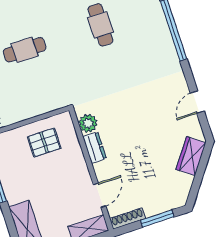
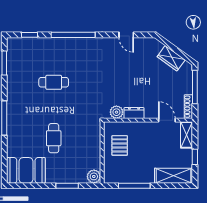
wardrobe: (191, 156) -> (171, 58), moved
window: (157, 219) -> (195, 87), width x1.44

